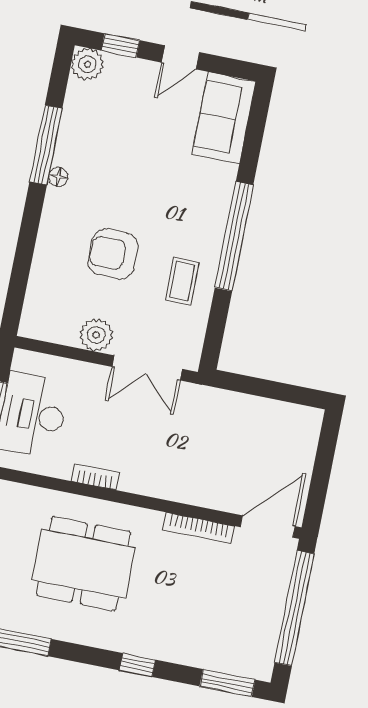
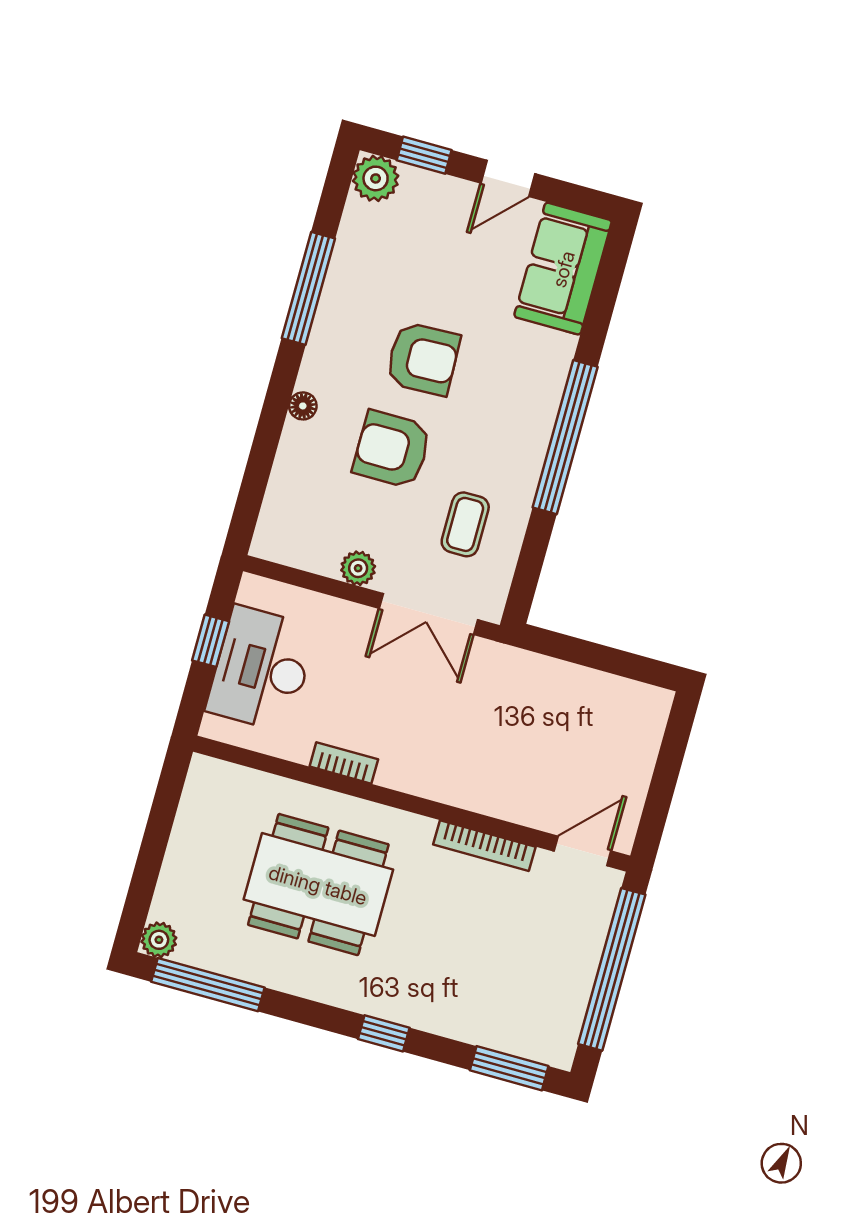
floor lamp: (58, 177) -> (303, 406), moved
armchair: (130, 189) -> (423, 359), added
coffee table: (182, 281) -> (465, 524), moved
plant: (96, 335) -> (358, 568), width x0.73, depth x0.73
door: (268, 527) -> (583, 851), width x0.73

